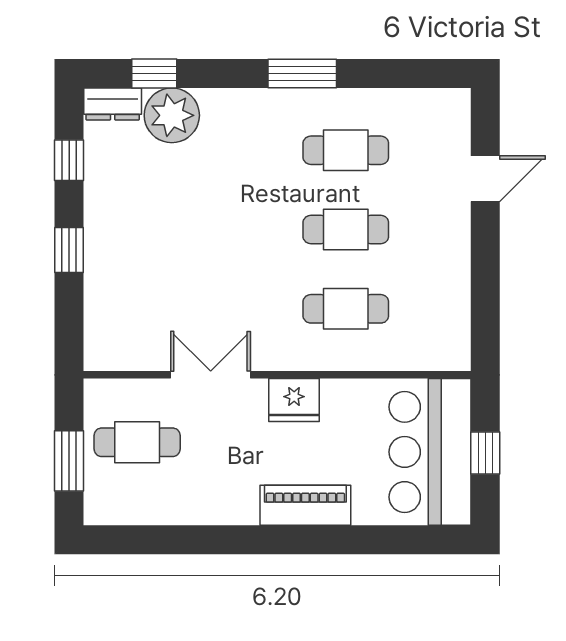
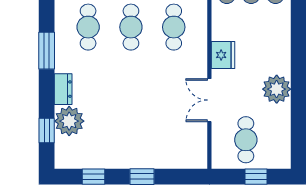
dresser: (113, 104) -> (63, 89), moved
window: (69, 461) -> (256, 177), width x0.67
plant: (231, 499) -> (277, 89), added
piano: (305, 505) -> (280, 49), removed

